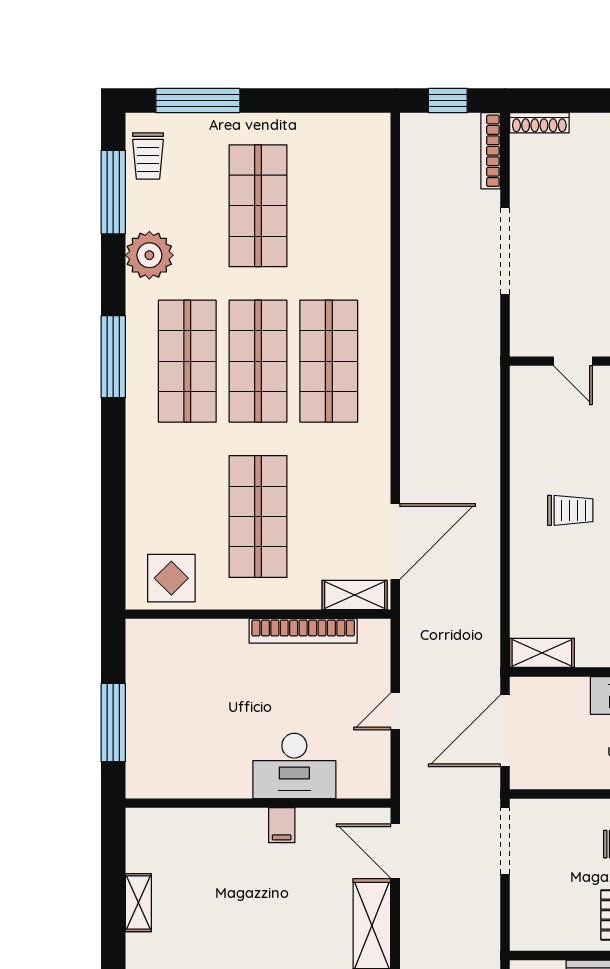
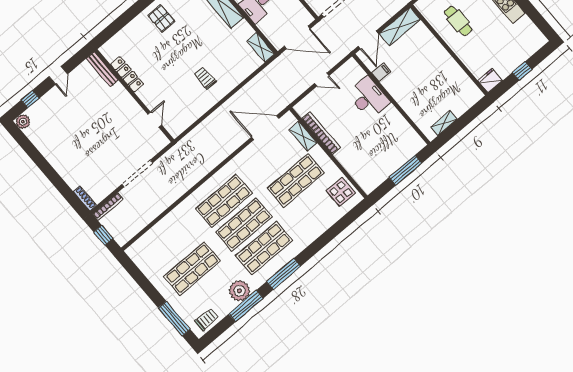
window: (113, 192) -> (246, 306), moved
shelving: (355, 595) -> (303, 136), moved
filing cabinet: (282, 825) -> (381, 72), moved
shelving: (138, 903) -> (444, 123), moved

